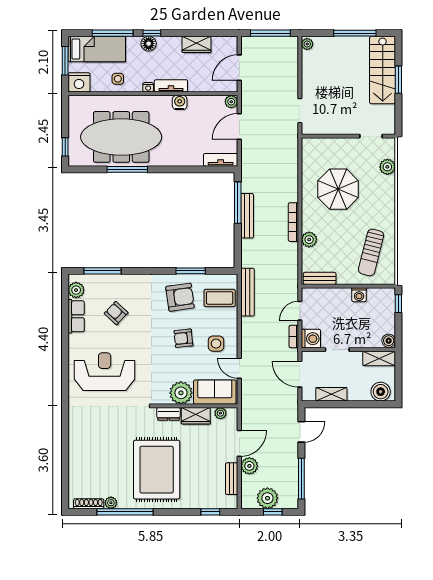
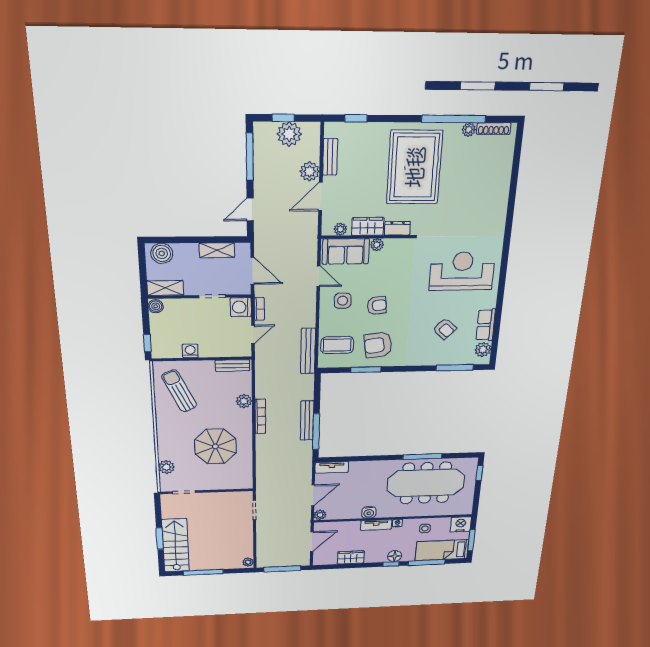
sun lounger: (371, 252) -> (179, 391), turned -39
reception desk: (105, 372) -> (462, 271), turned 180
plant: (181, 393) -> (377, 245), width x0.53, depth x0.53

